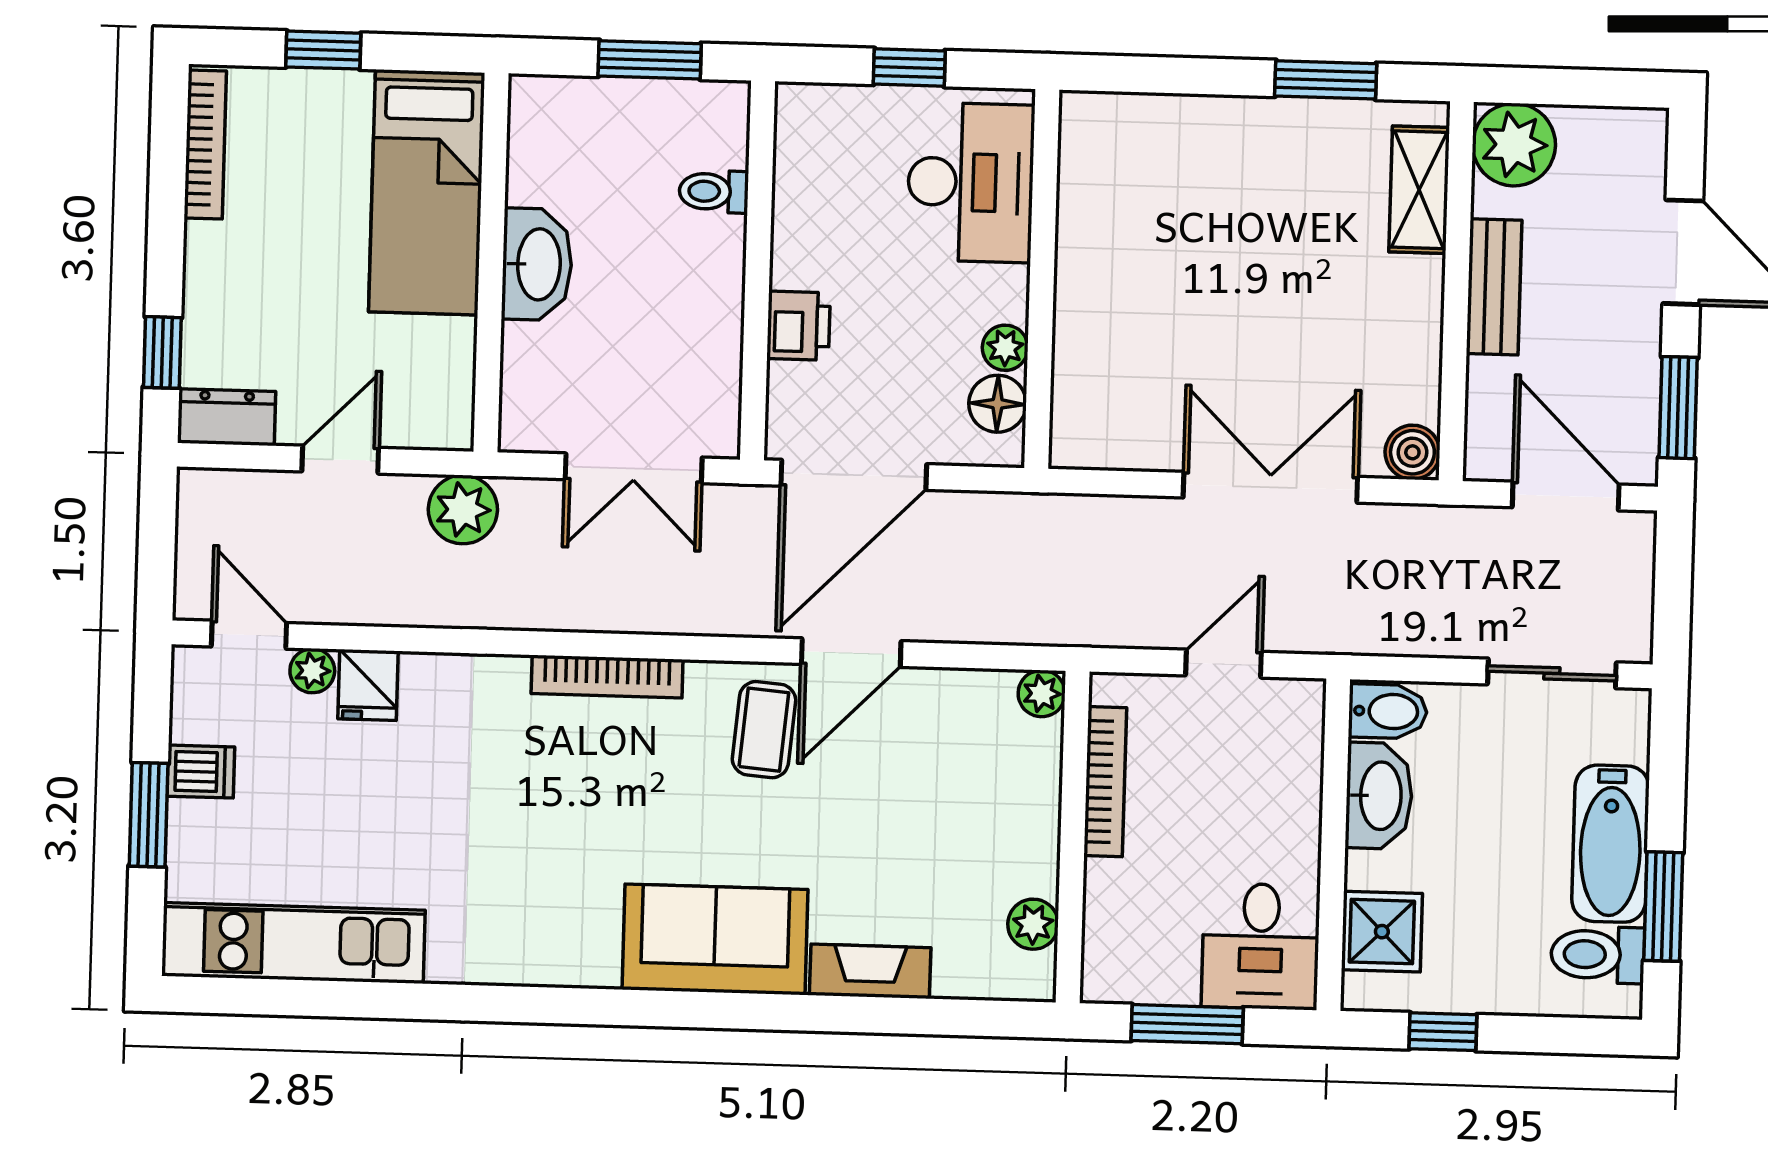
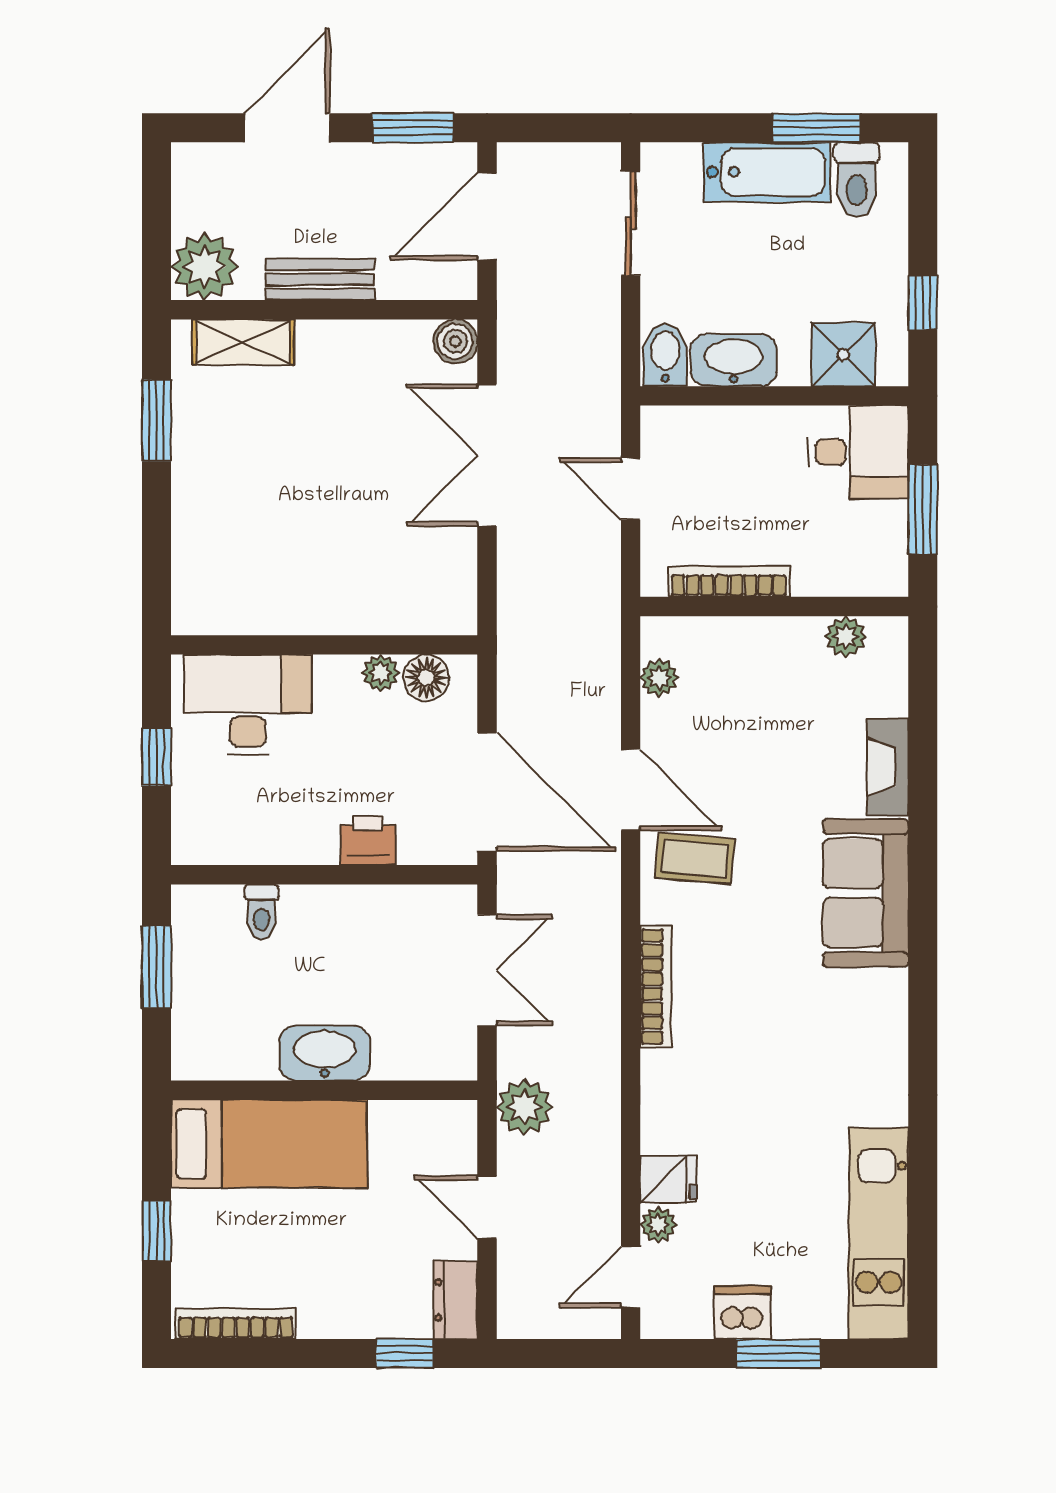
plant: (1042, 693) -> (659, 678), moved
dishwasher: (201, 772) -> (742, 1312), width x1.38

